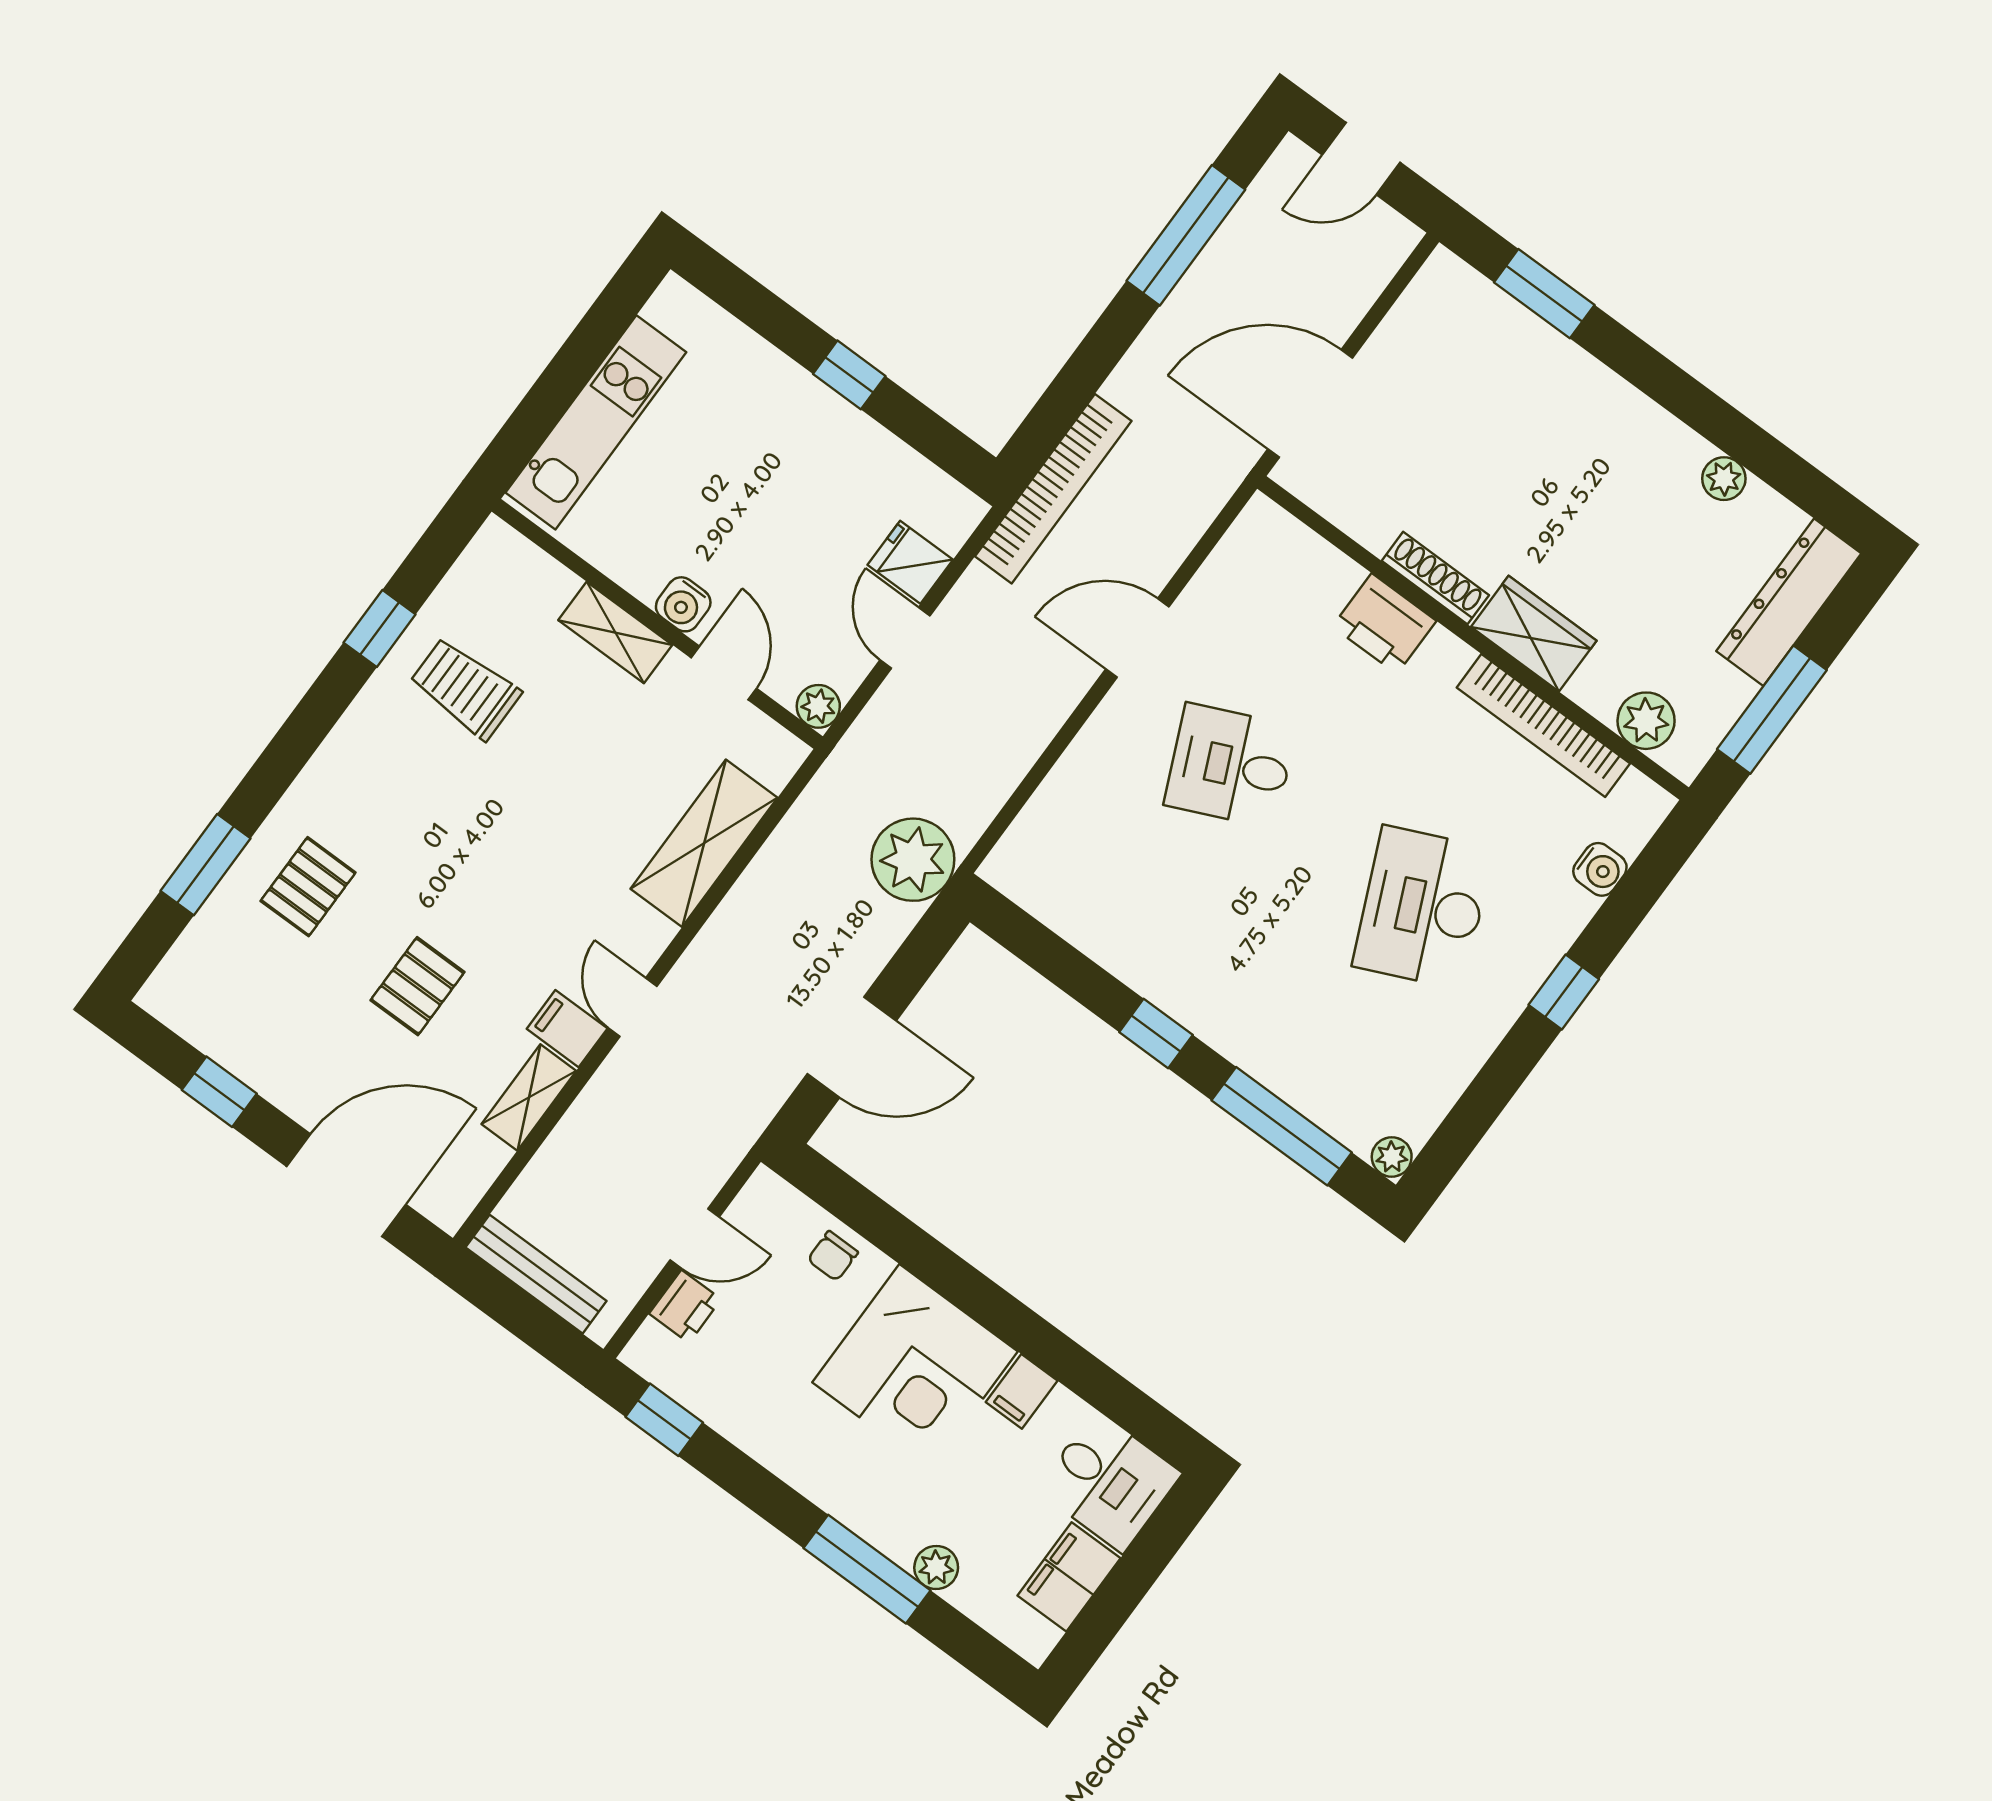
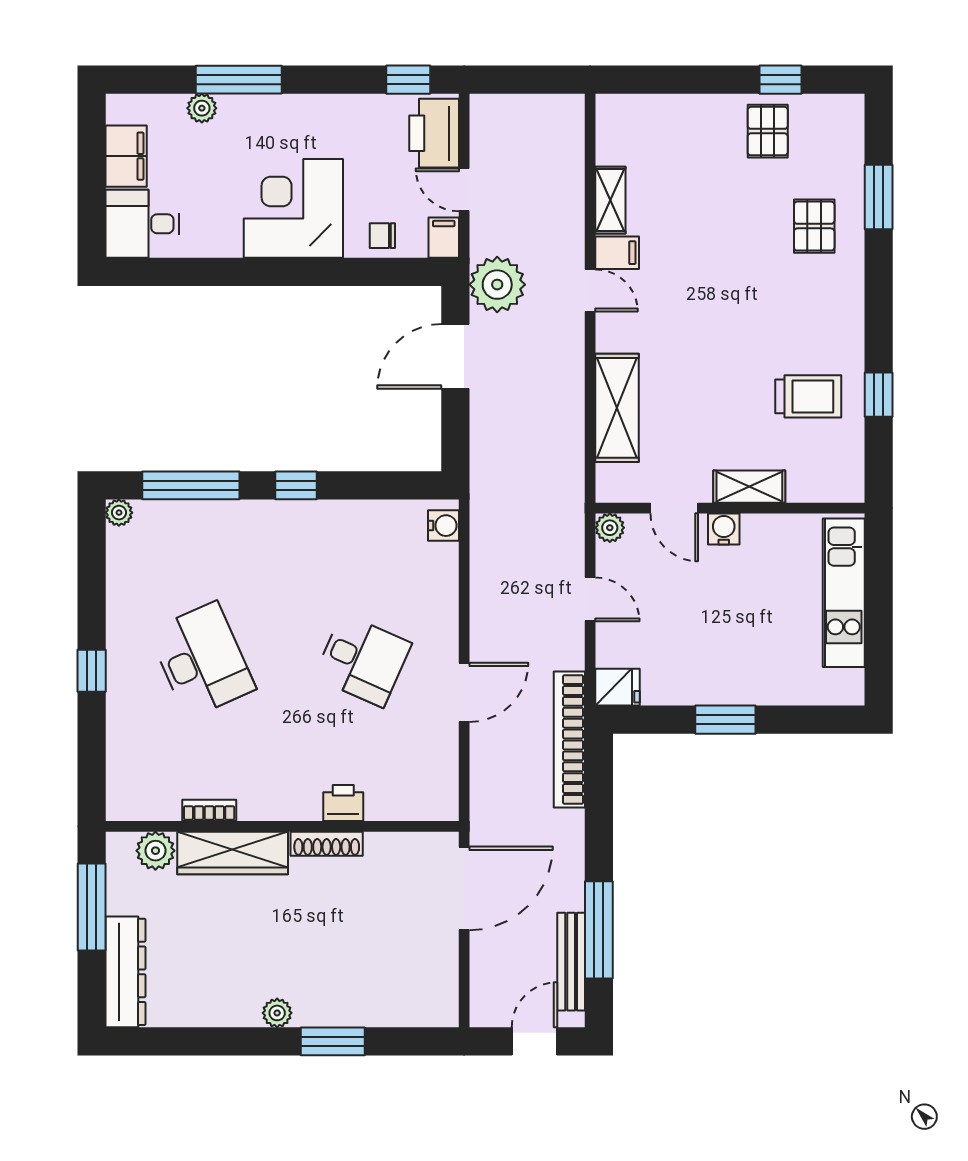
window: (1544, 294) -> (333, 1041), moved
window: (849, 375) -> (725, 720), width x1.50
plant: (1724, 479) -> (277, 1013), moved
fridge: (910, 562) -> (617, 687), moved
printer: (1384, 624) -> (343, 803), width x0.73, depth x0.81
wardrobe: (1534, 634) -> (233, 853), width x1.50
bookcase: (1543, 726) -> (209, 810), width x0.43, depth x0.76
desk: (1230, 766) -> (363, 660), turned 48
plant: (913, 860) -> (497, 285), moved
water cooler: (1600, 869) -> (444, 526), moved, turned 180
pallet: (417, 986) -> (768, 131), moved
door: (346, 1185) -> (674, 80), removed
door: (695, 1239) -> (464, 190), hinge flipped
chair: (833, 1256) -> (382, 236), turned -90
bench: (536, 1274) -> (571, 962), moved, turned 90
printer: (685, 1306) -> (434, 133), width x1.87, depth x1.48
filing cabinet: (1022, 1391) -> (444, 238), moved

